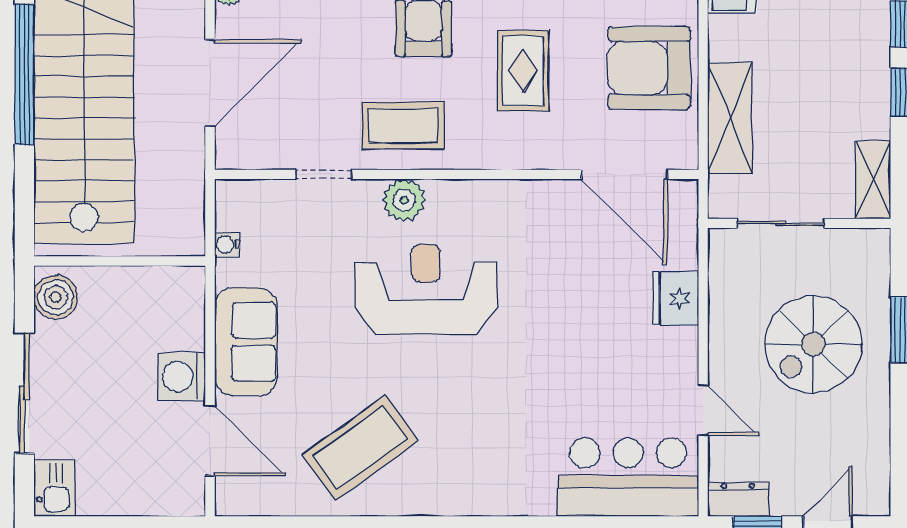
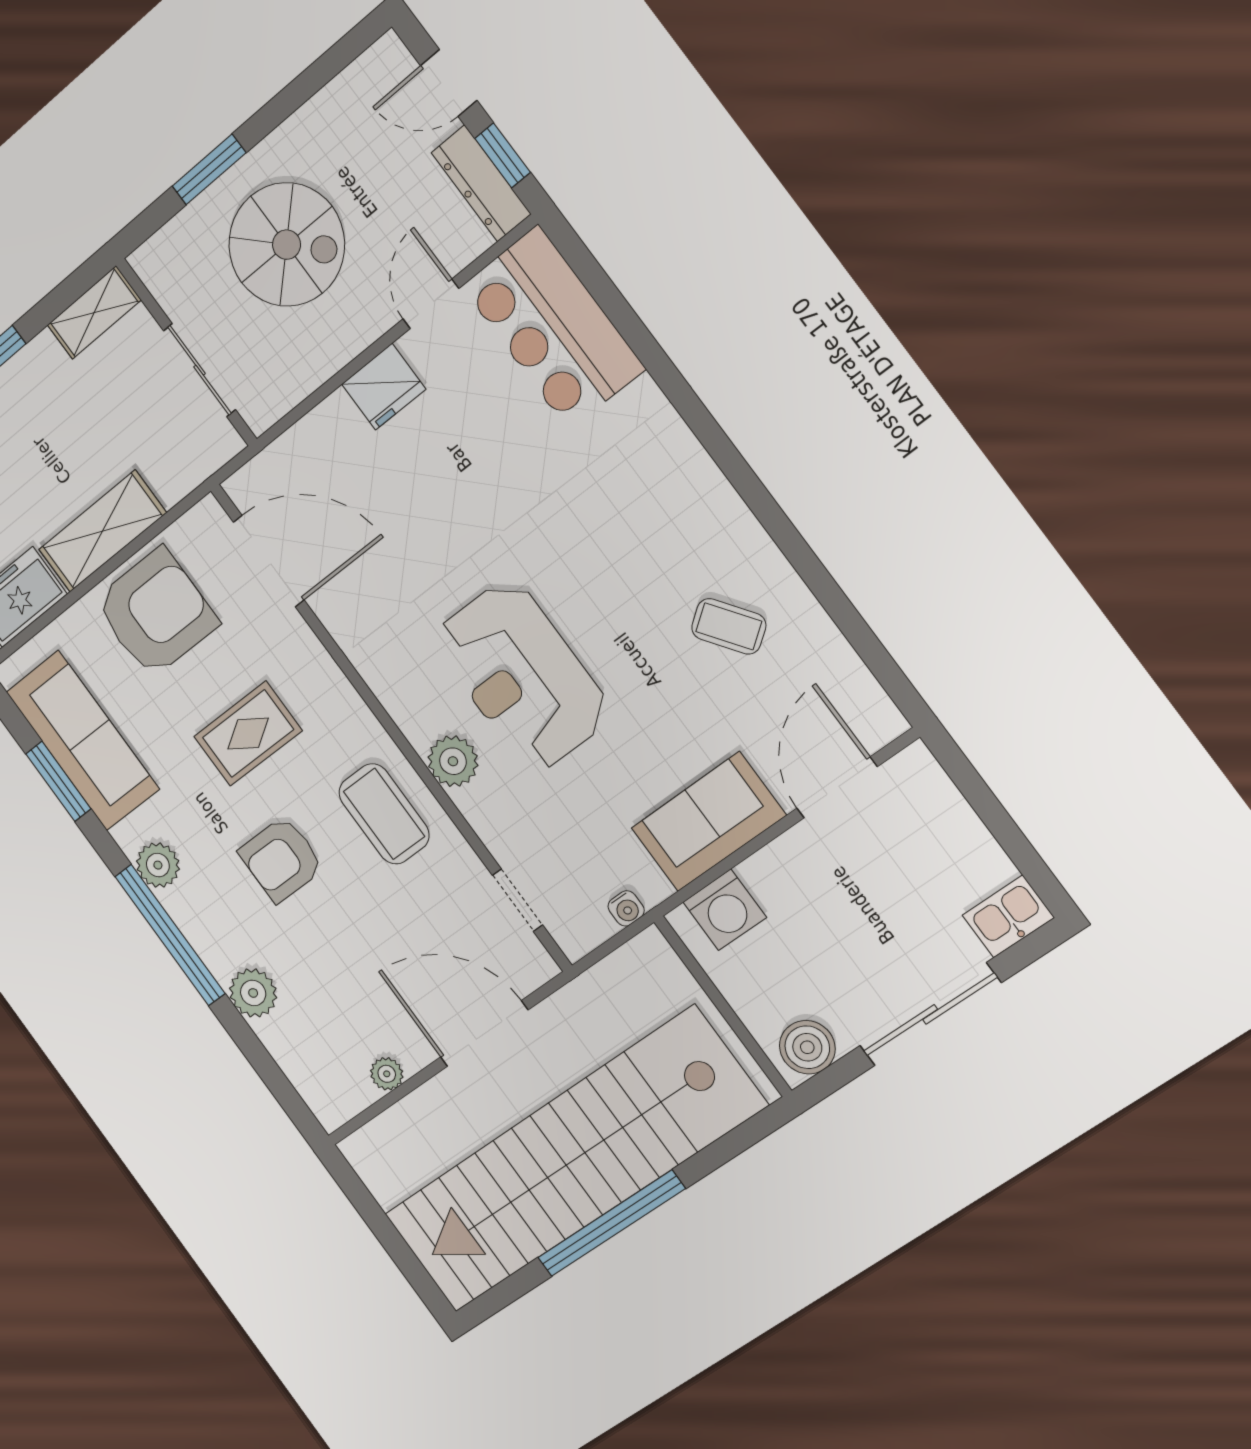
armchair: (649, 68) -> (156, 613), turned -90
shelving: (730, 118) -> (102, 531), moved
doorway: (324, 174) -> (517, 900), moved
door: (624, 174) -> (269, 561), hinge flipped
fridge: (676, 298) -> (384, 387), moved
washing machine: (182, 377) -> (725, 910), moved
coffee table: (360, 448) -> (729, 626), width x0.54, depth x0.58
dresser: (738, 499) -> (481, 183), width x1.44

